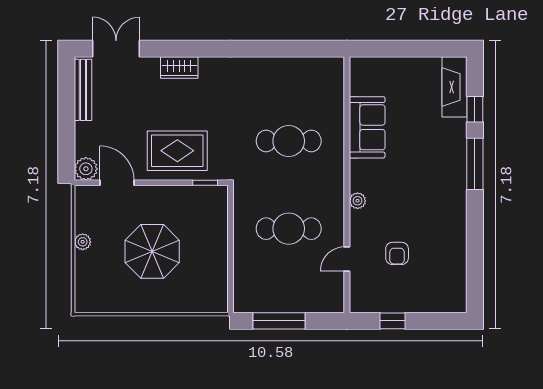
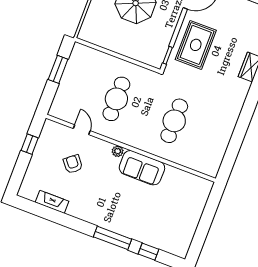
fireplace: (454, 87) -> (52, 202), moved, width x0.73, depth x0.76
sofa: (367, 127) -> (142, 168), moved
armchair: (397, 253) -> (73, 164), turned 51
window: (279, 321) -> (58, 69), width x0.69

